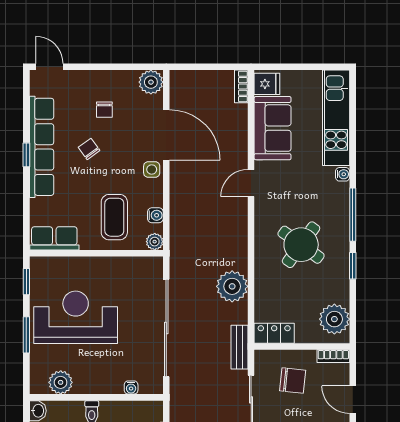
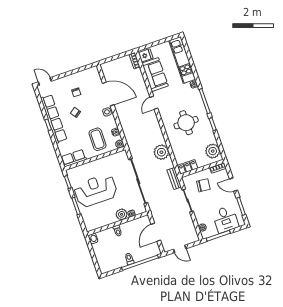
plant: (151, 82) -> (93, 73), removed
round table: (301, 245) -> (186, 123), turned -36
plant: (61, 382) -> (122, 214), moved

